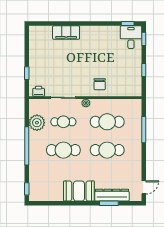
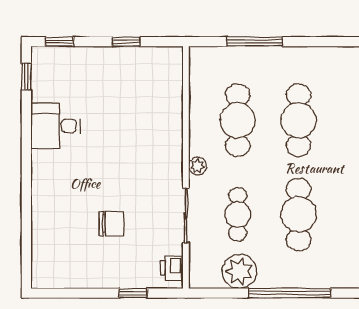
filing cabinet: (66, 33) -> (46, 209), removed
desk: (131, 37) -> (56, 126), moved
chair: (100, 84) -> (111, 224), moved

